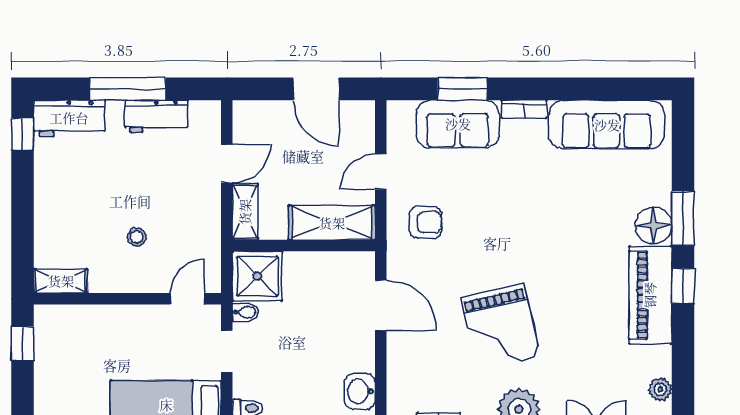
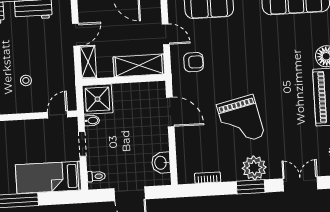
door: (381, 172) -> (166, 34), swing flipped

